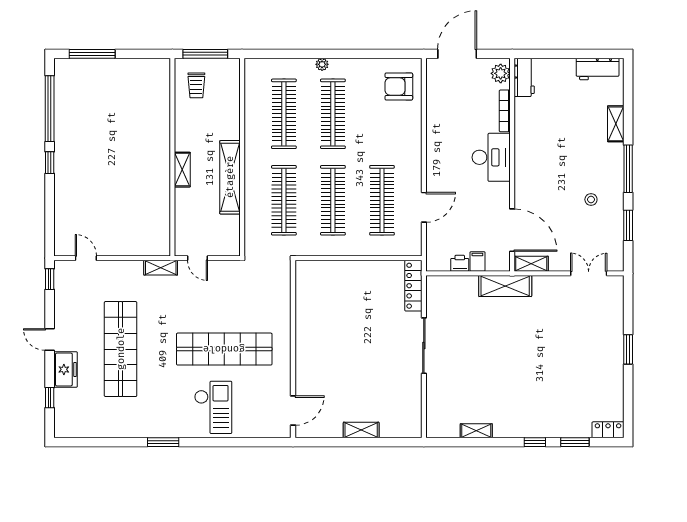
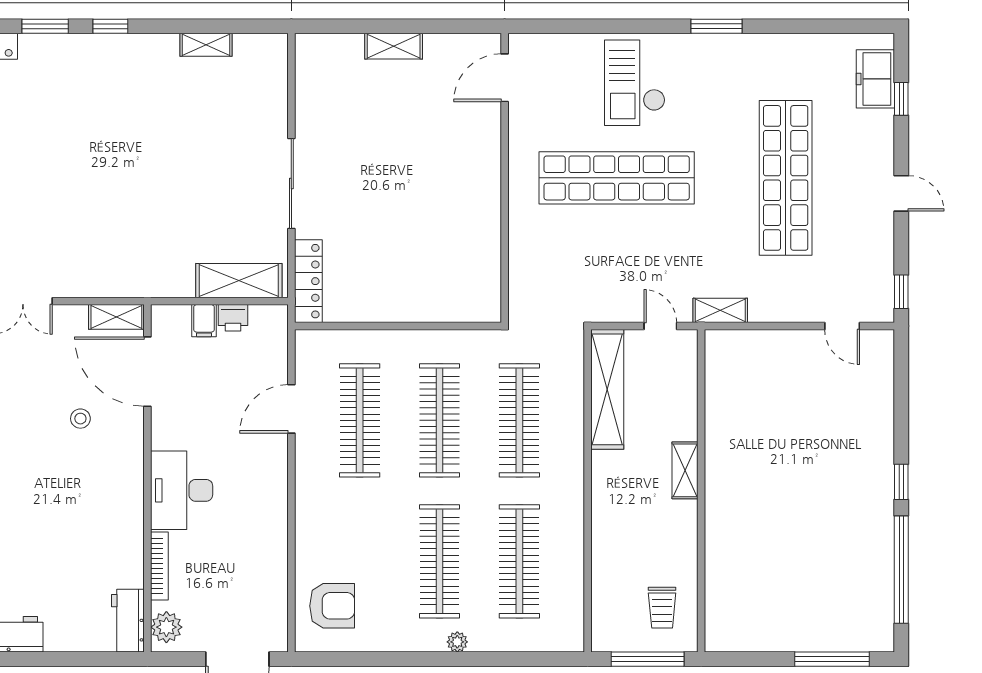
trolley: (196, 85) -> (662, 608), turned 180
shelving: (230, 177) -> (607, 389), moved
stool: (591, 199) -> (80, 419), moved
shelving: (505, 286) -> (239, 281), moved
freezer: (65, 369) -> (875, 79), moved

